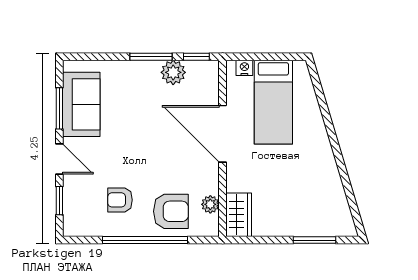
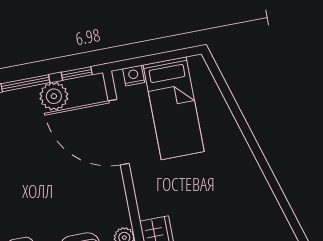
door: (223, 134) -> (119, 132), moved

